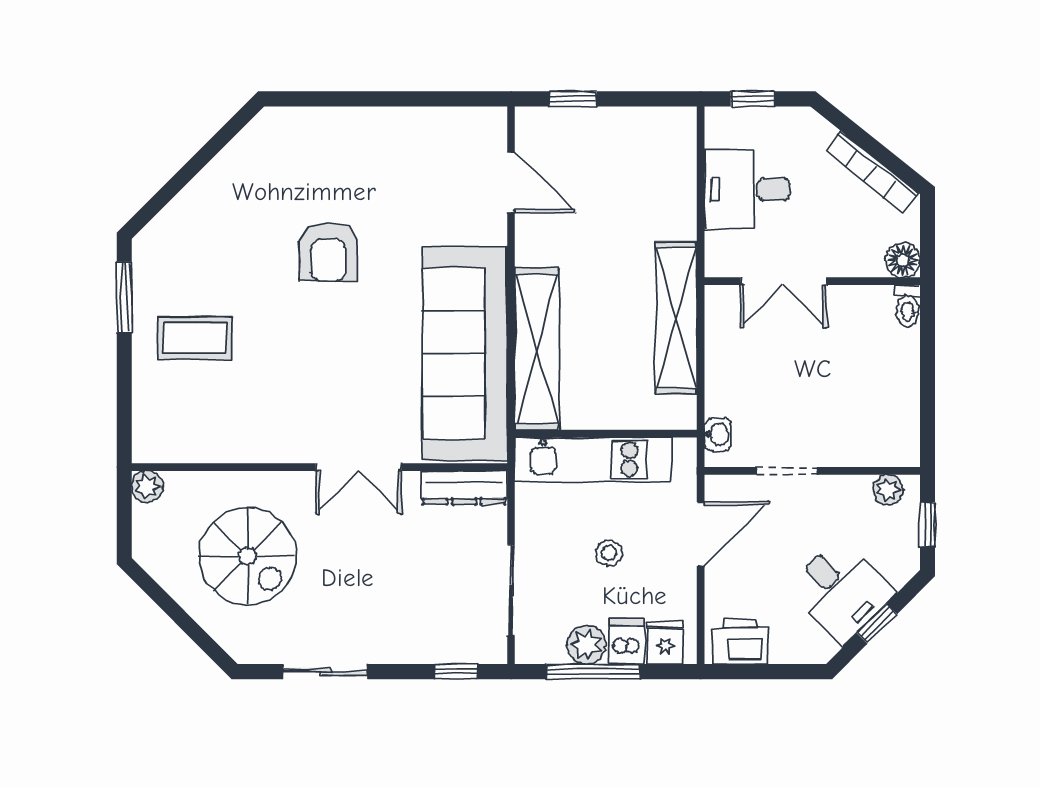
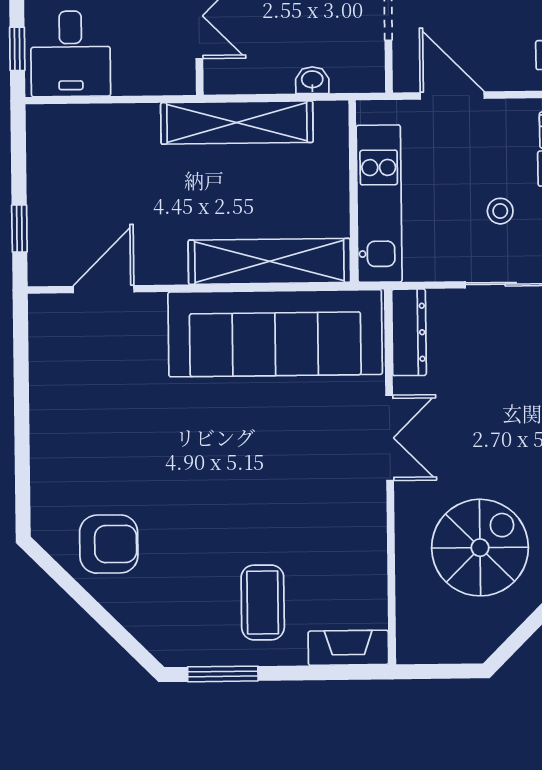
desk: (747, 189) -> (71, 54), moved
armchair: (328, 252) -> (109, 544), moved
fireplace: (149, 423) -> (348, 648), added
washbasin: (718, 435) -> (312, 80), moved
plant: (147, 486) -> (412, 649), removed
stool: (609, 553) -> (500, 211), moved

